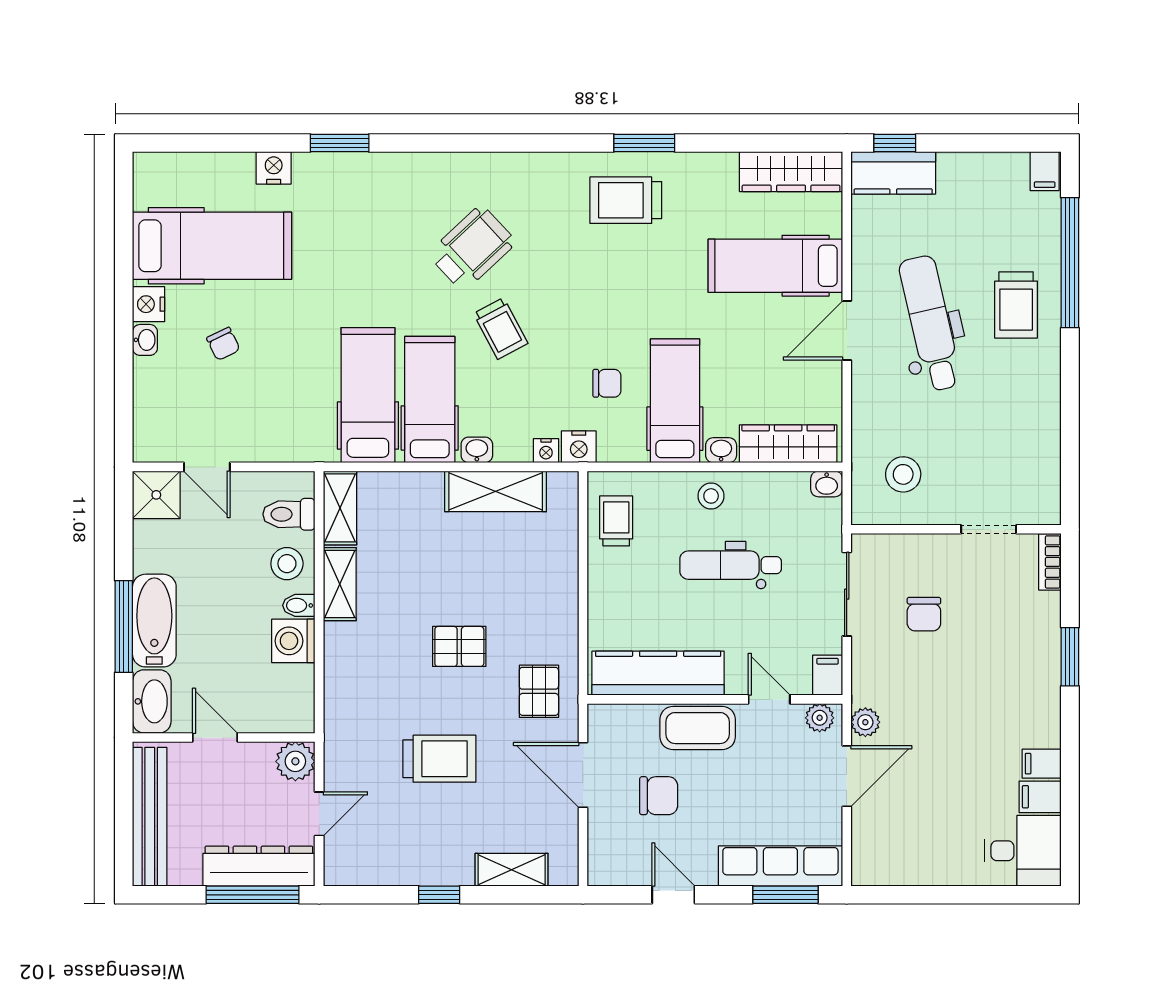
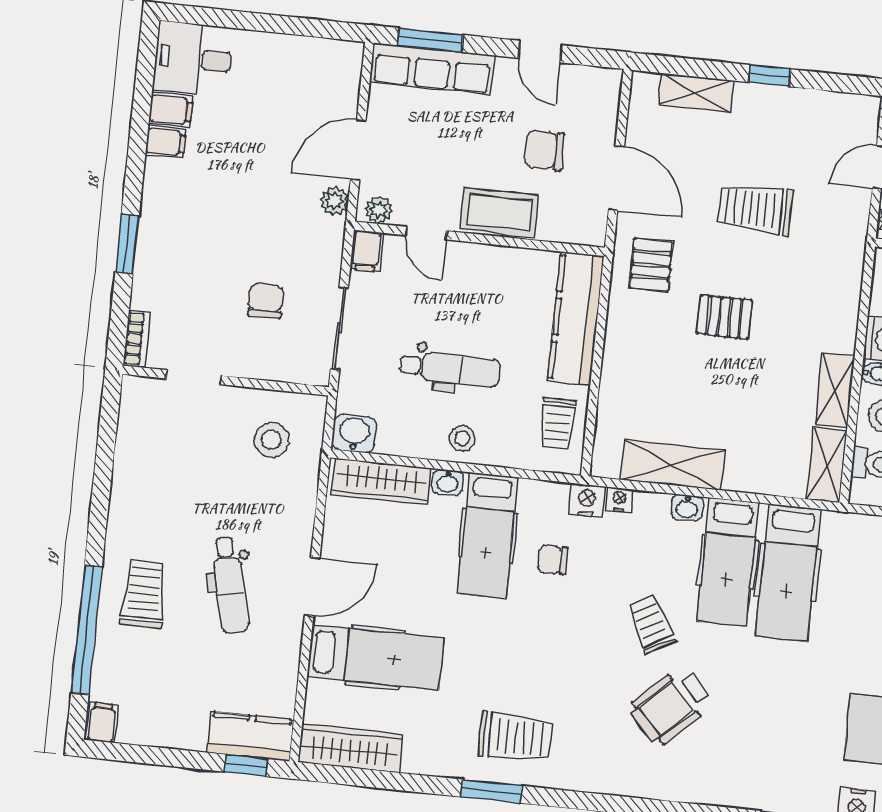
dental chair: (930, 323) -> (230, 585), width x0.73, depth x0.72
washbasin: (827, 484) -> (354, 433), width x1.38, depth x1.45
kitchen counter: (658, 673) -> (576, 318), moved, turned 90

